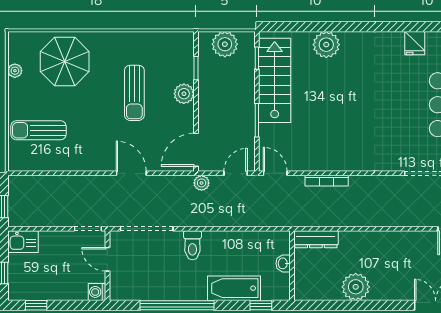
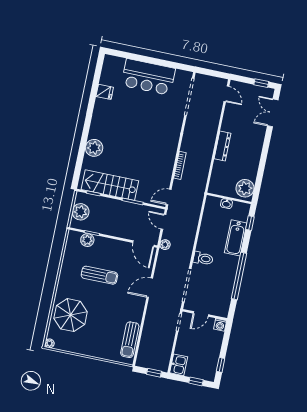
plant: (15, 71) -> (49, 343), moved
plant: (184, 94) -> (87, 240), moved
sun lounger: (38, 130) -> (130, 340), moved
dresser: (316, 239) -> (222, 146), moved
plant: (356, 287) -> (245, 188), moved

